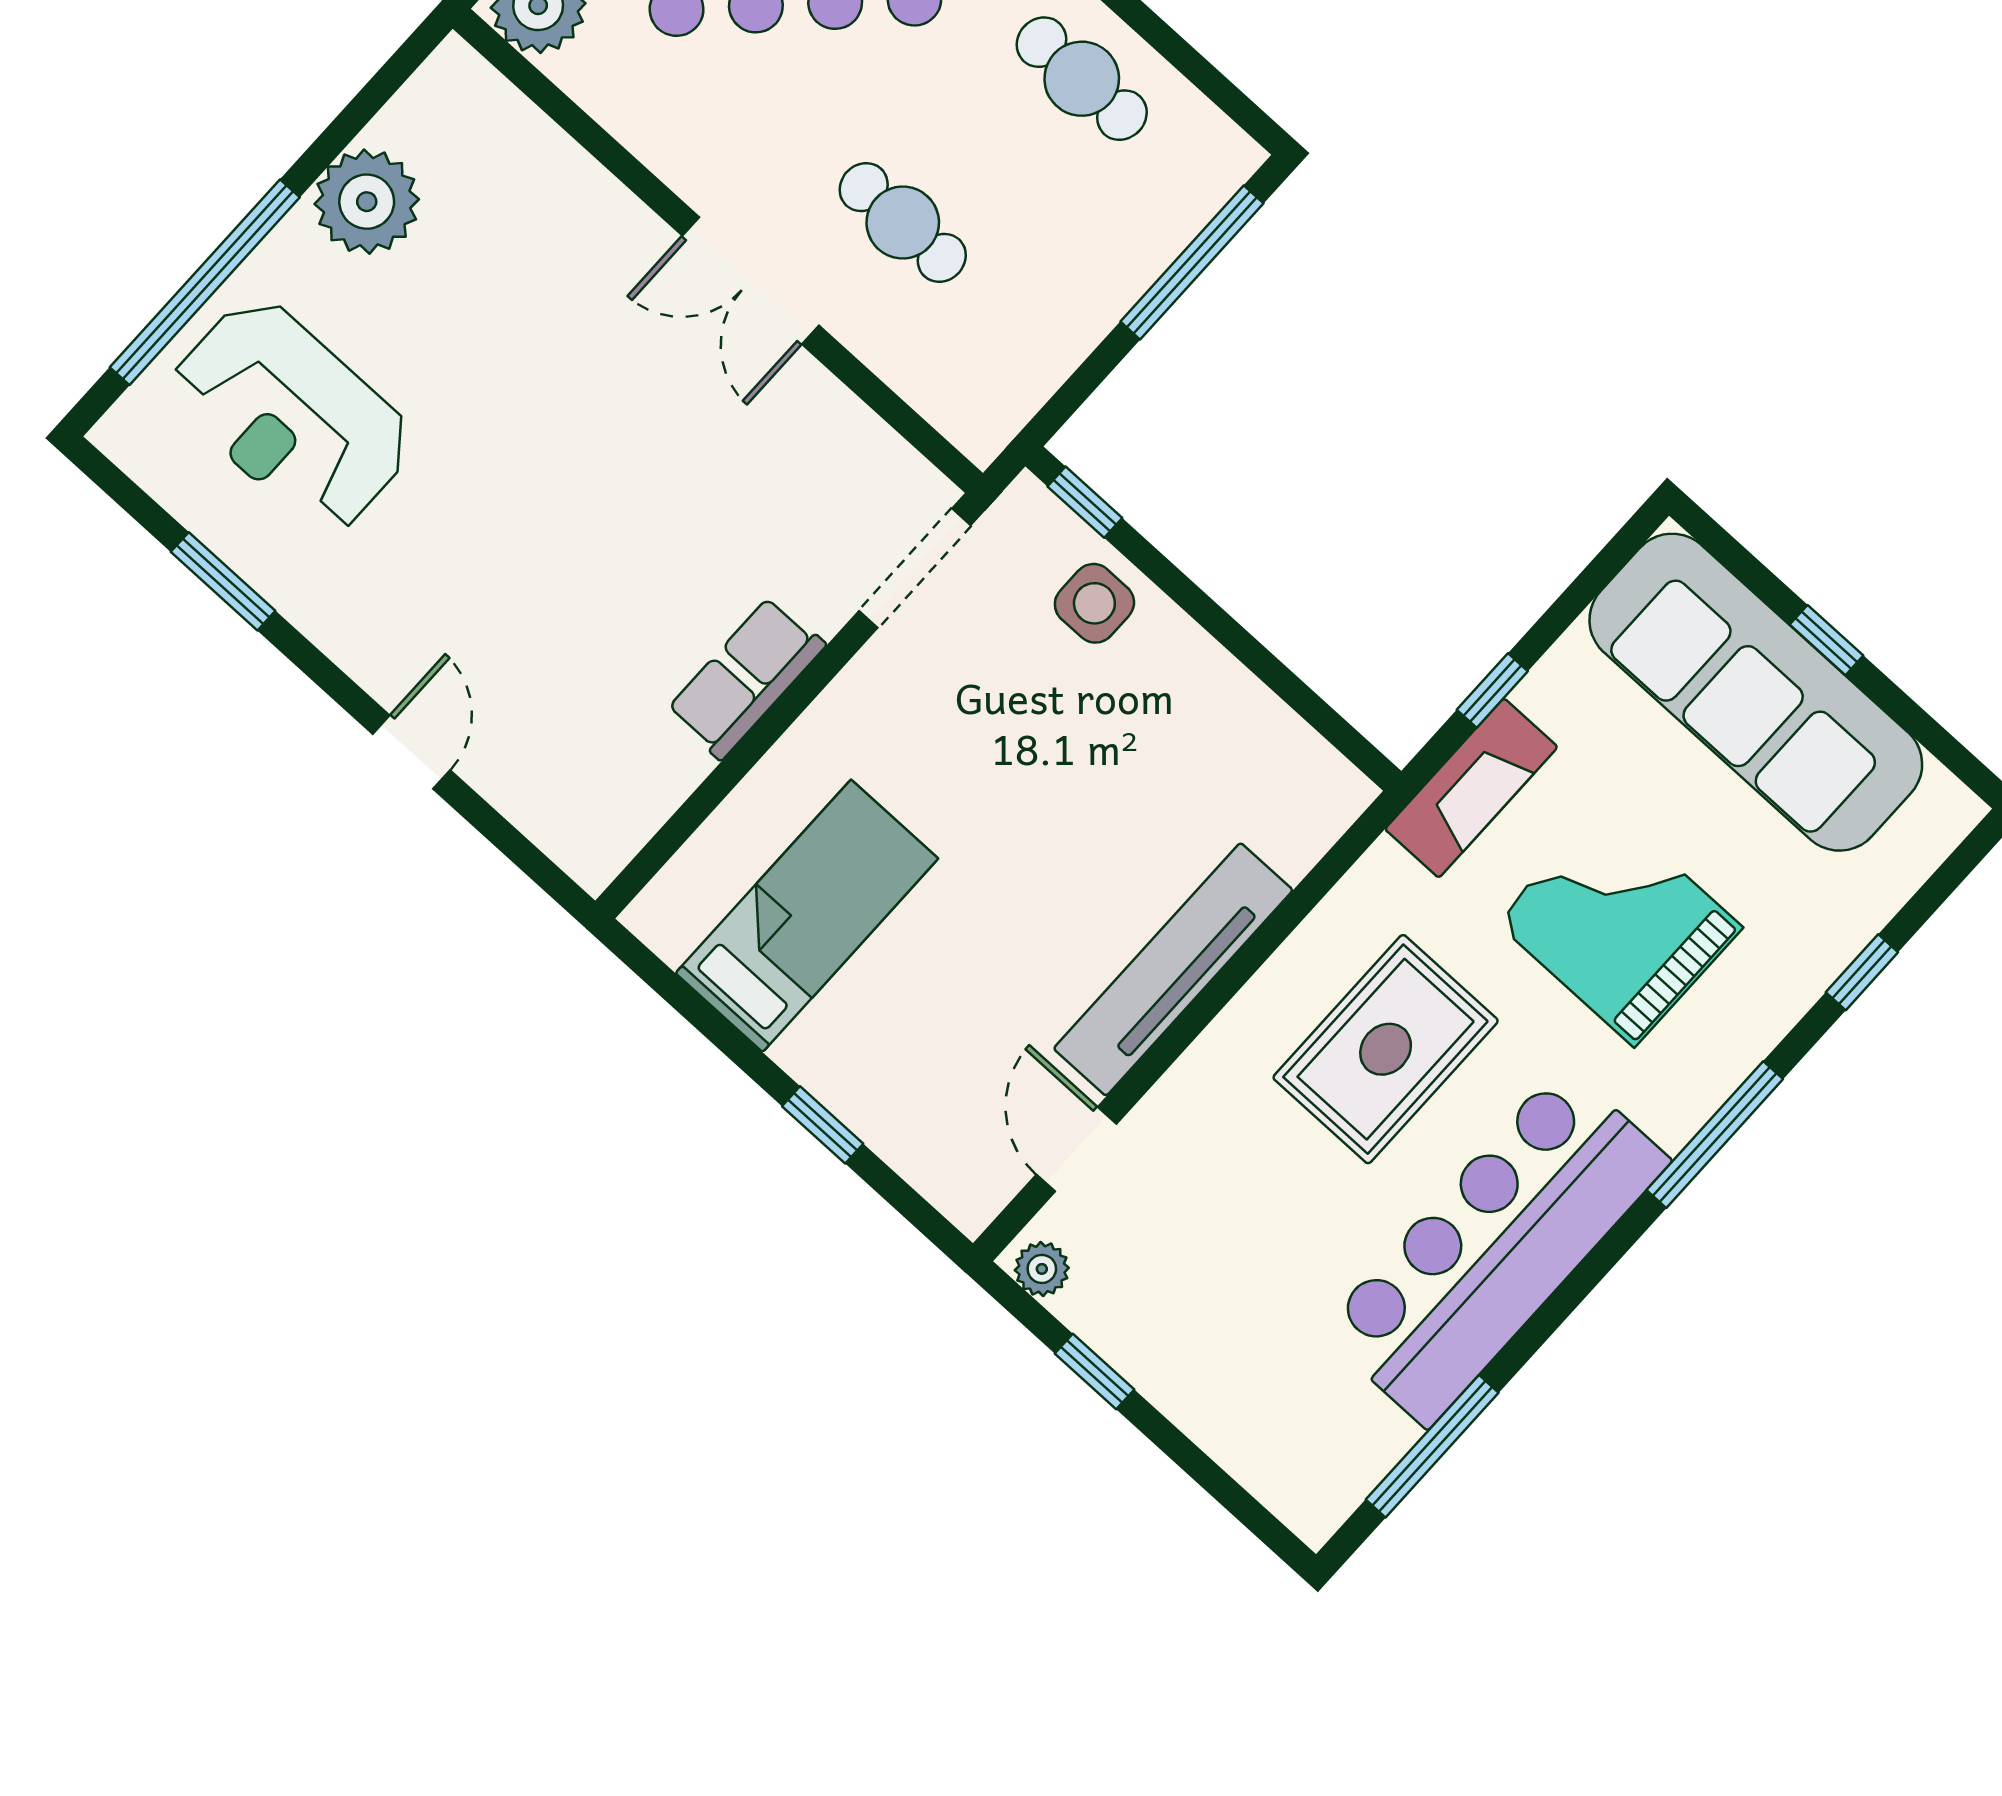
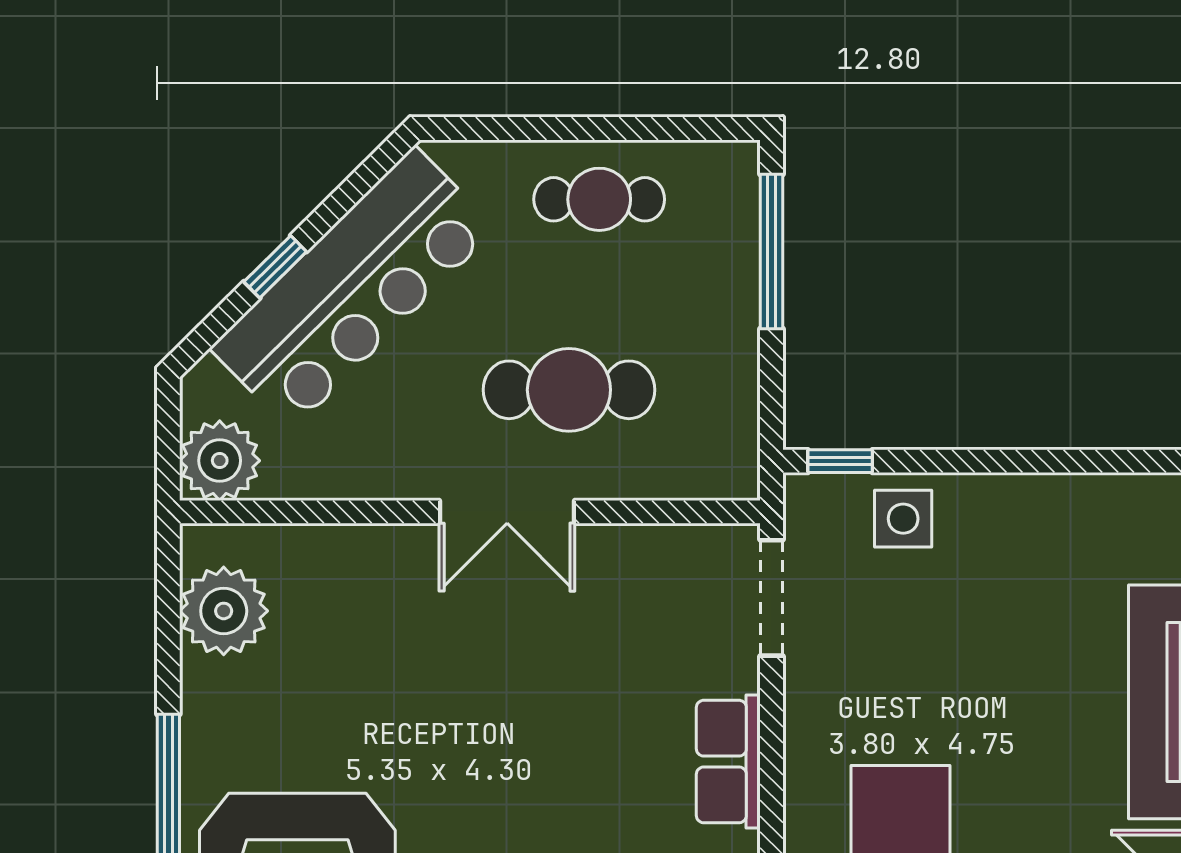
plant: (367, 202) -> (224, 611), moved
cafe table: (903, 222) -> (569, 390), width x1.37, depth x1.35

